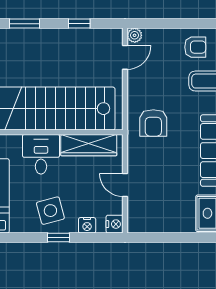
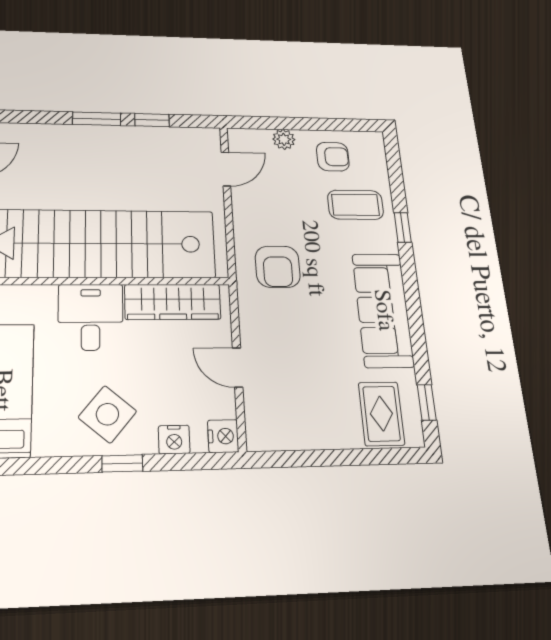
window: (25, 24) -> (97, 119), moved
plant: (135, 35) -> (284, 139), moved
side table: (50, 211) -> (107, 414), turned -35

